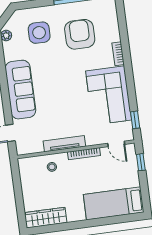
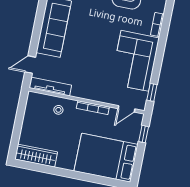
tv unit: (64, 144) -> (50, 87), moved
door: (116, 144) -> (126, 109), hinge flipped
bed: (114, 203) -> (106, 158), width x1.50

